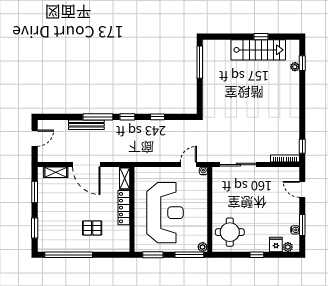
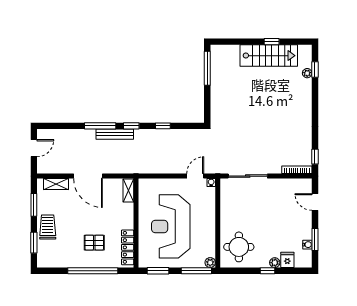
bench: (86, 125) -> (115, 134), moved
locker: (124, 208) -> (128, 247), moved
trolley: (48, 213) -> (48, 227), added
reception desk: (165, 213) -> (171, 226), turned 180
plant: (288, 247) -> (275, 263), moved
window: (69, 255) -> (93, 271), moved

